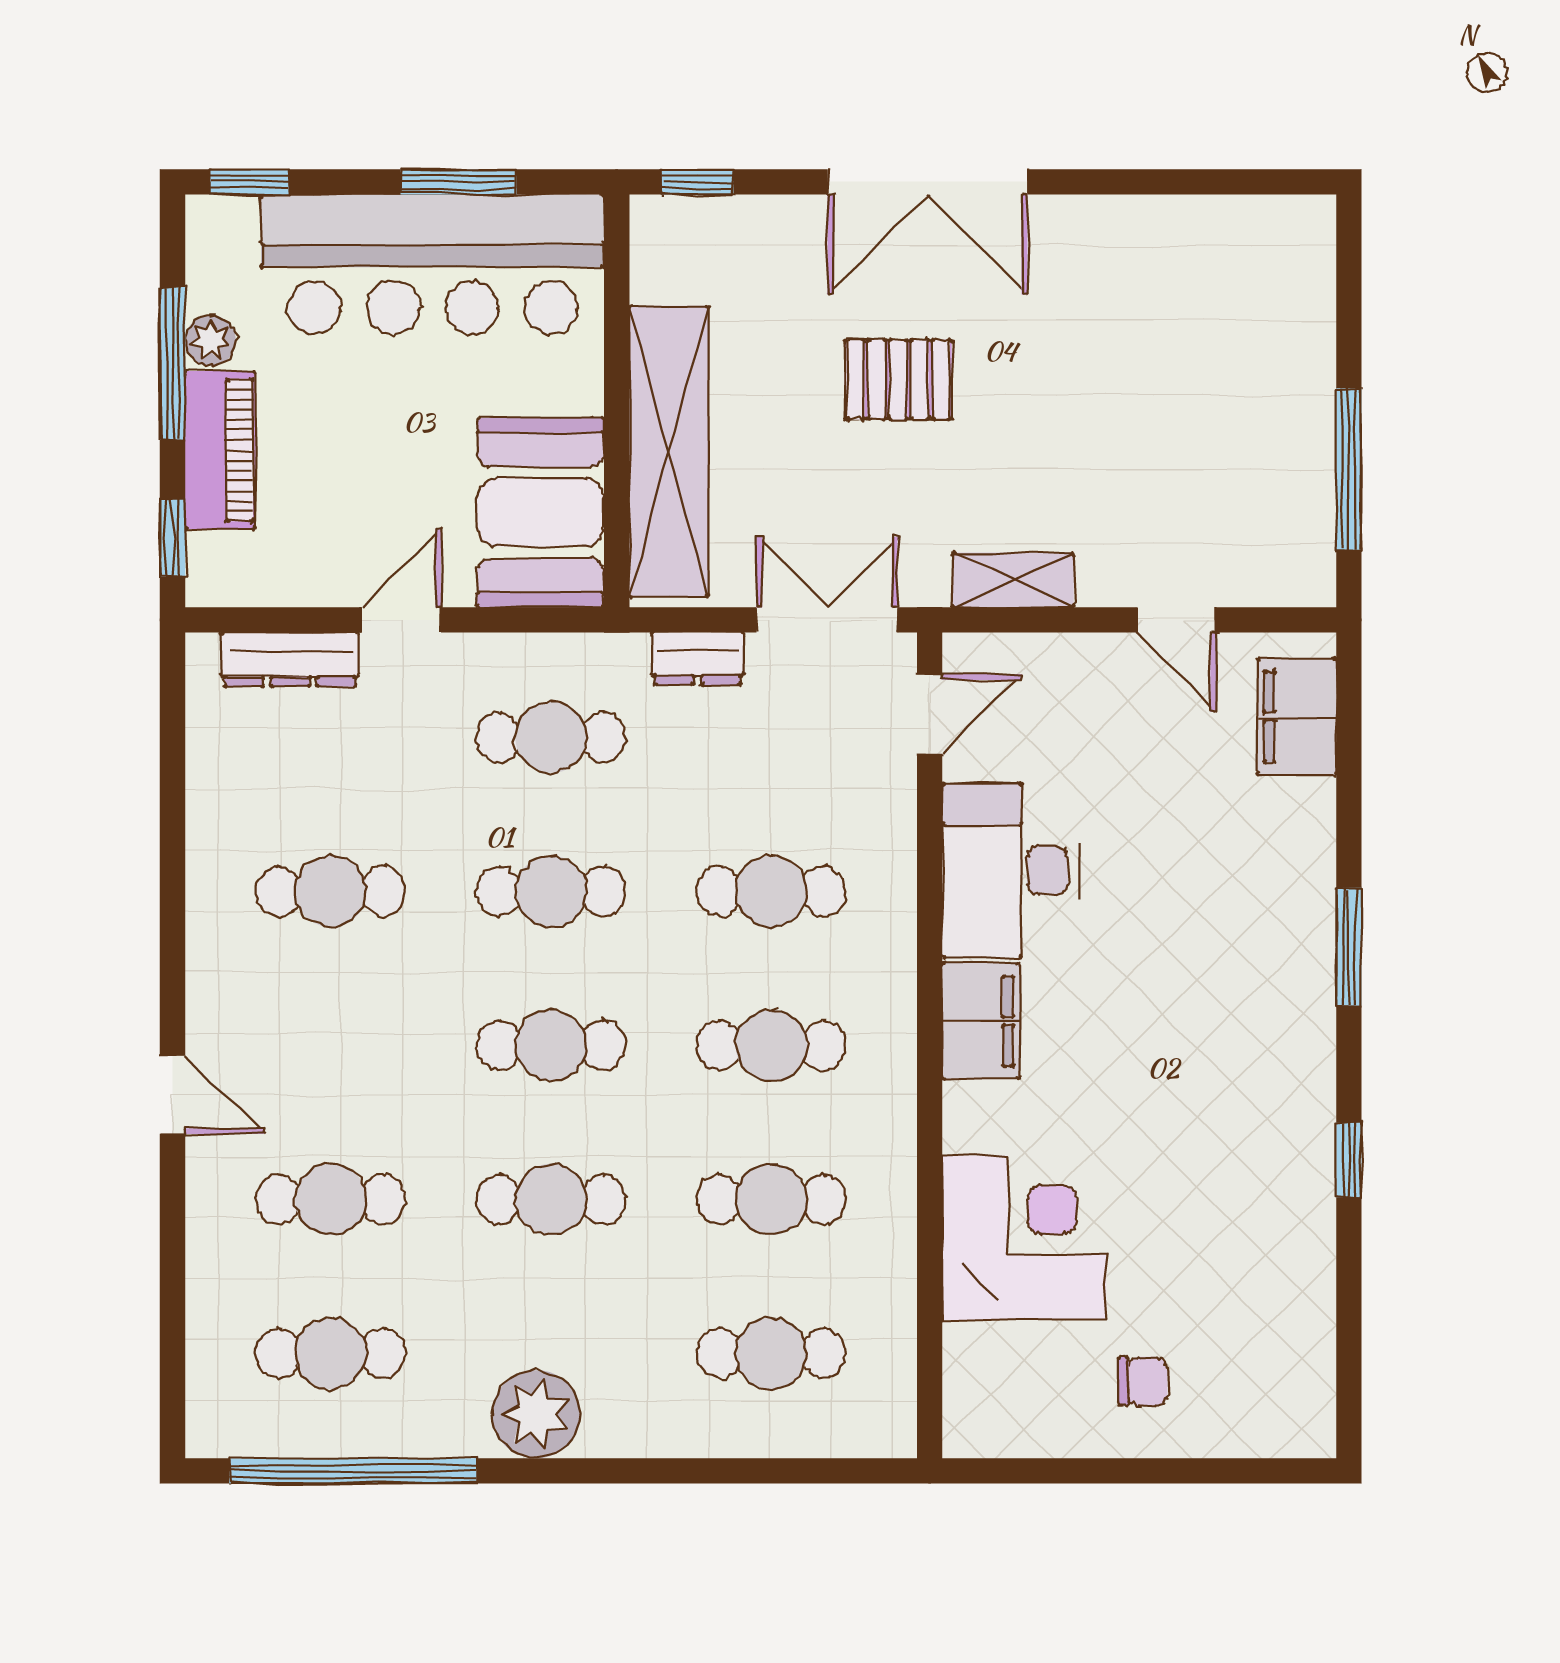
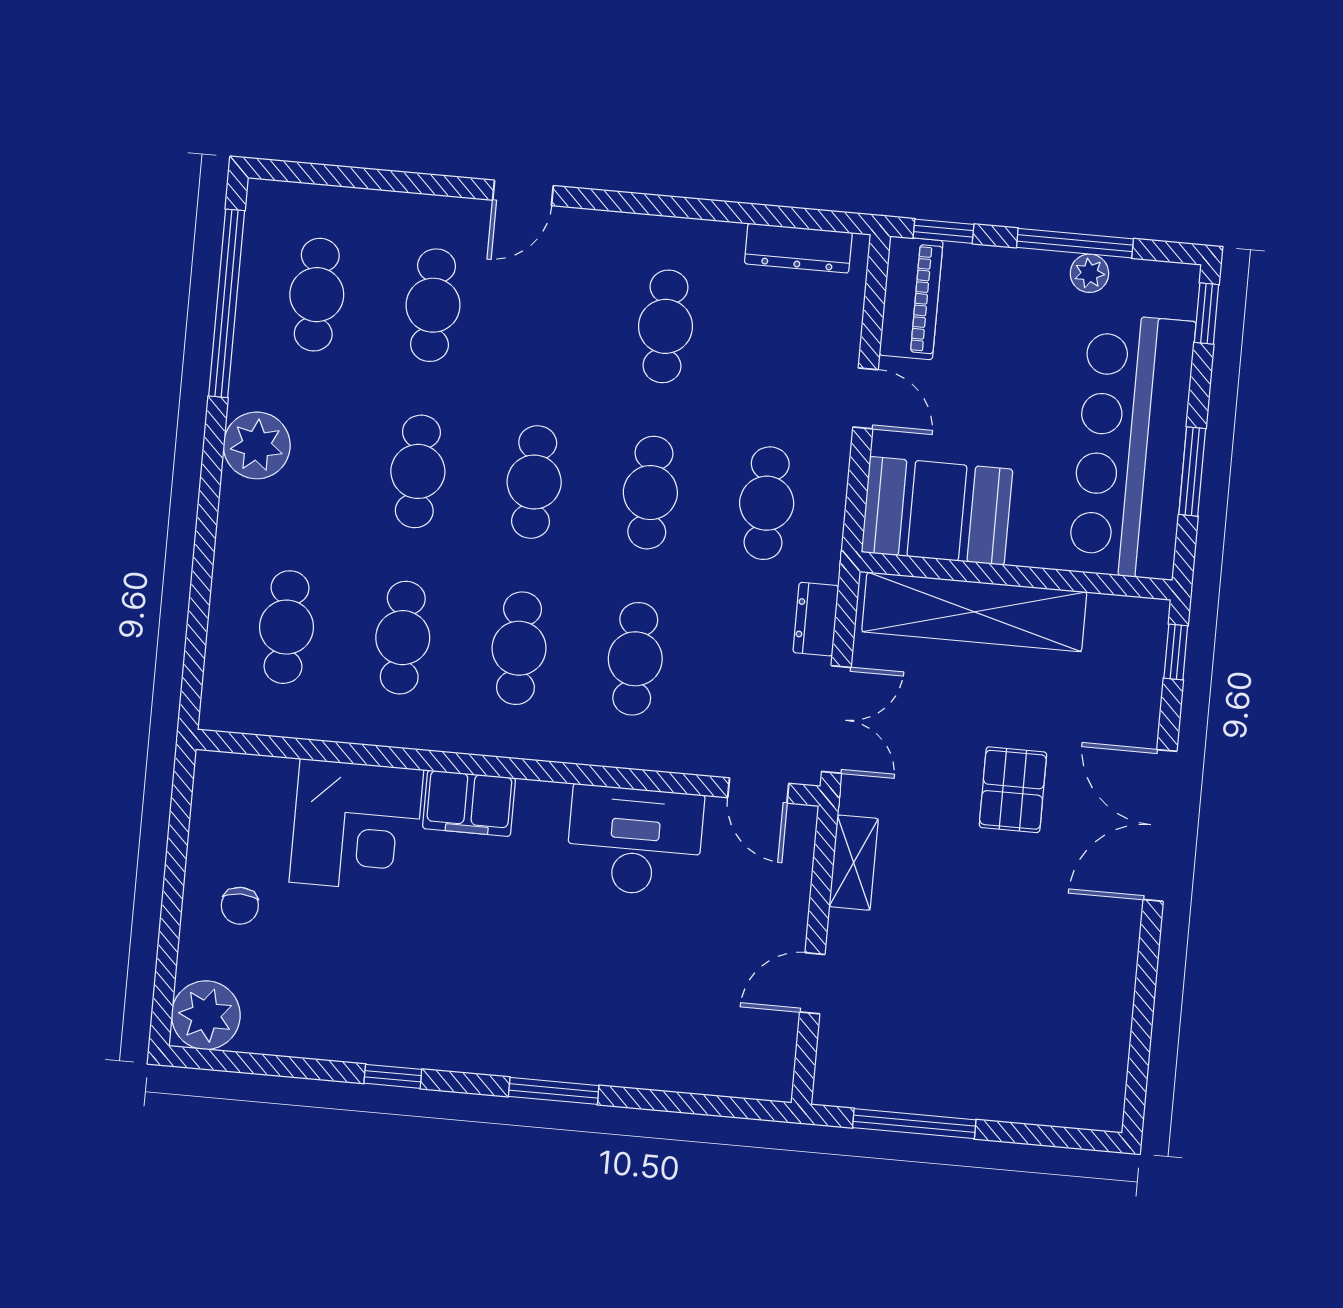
piano: (220, 450) -> (911, 298), moved, turned -90
dresser: (290, 659) -> (798, 248), moved, turned -90
filing cabinet: (1297, 717) -> (731, 1068), removed
filing cabinet: (981, 1021) -> (469, 803), moved
plant: (1291, 1413) -> (206, 1015), added

